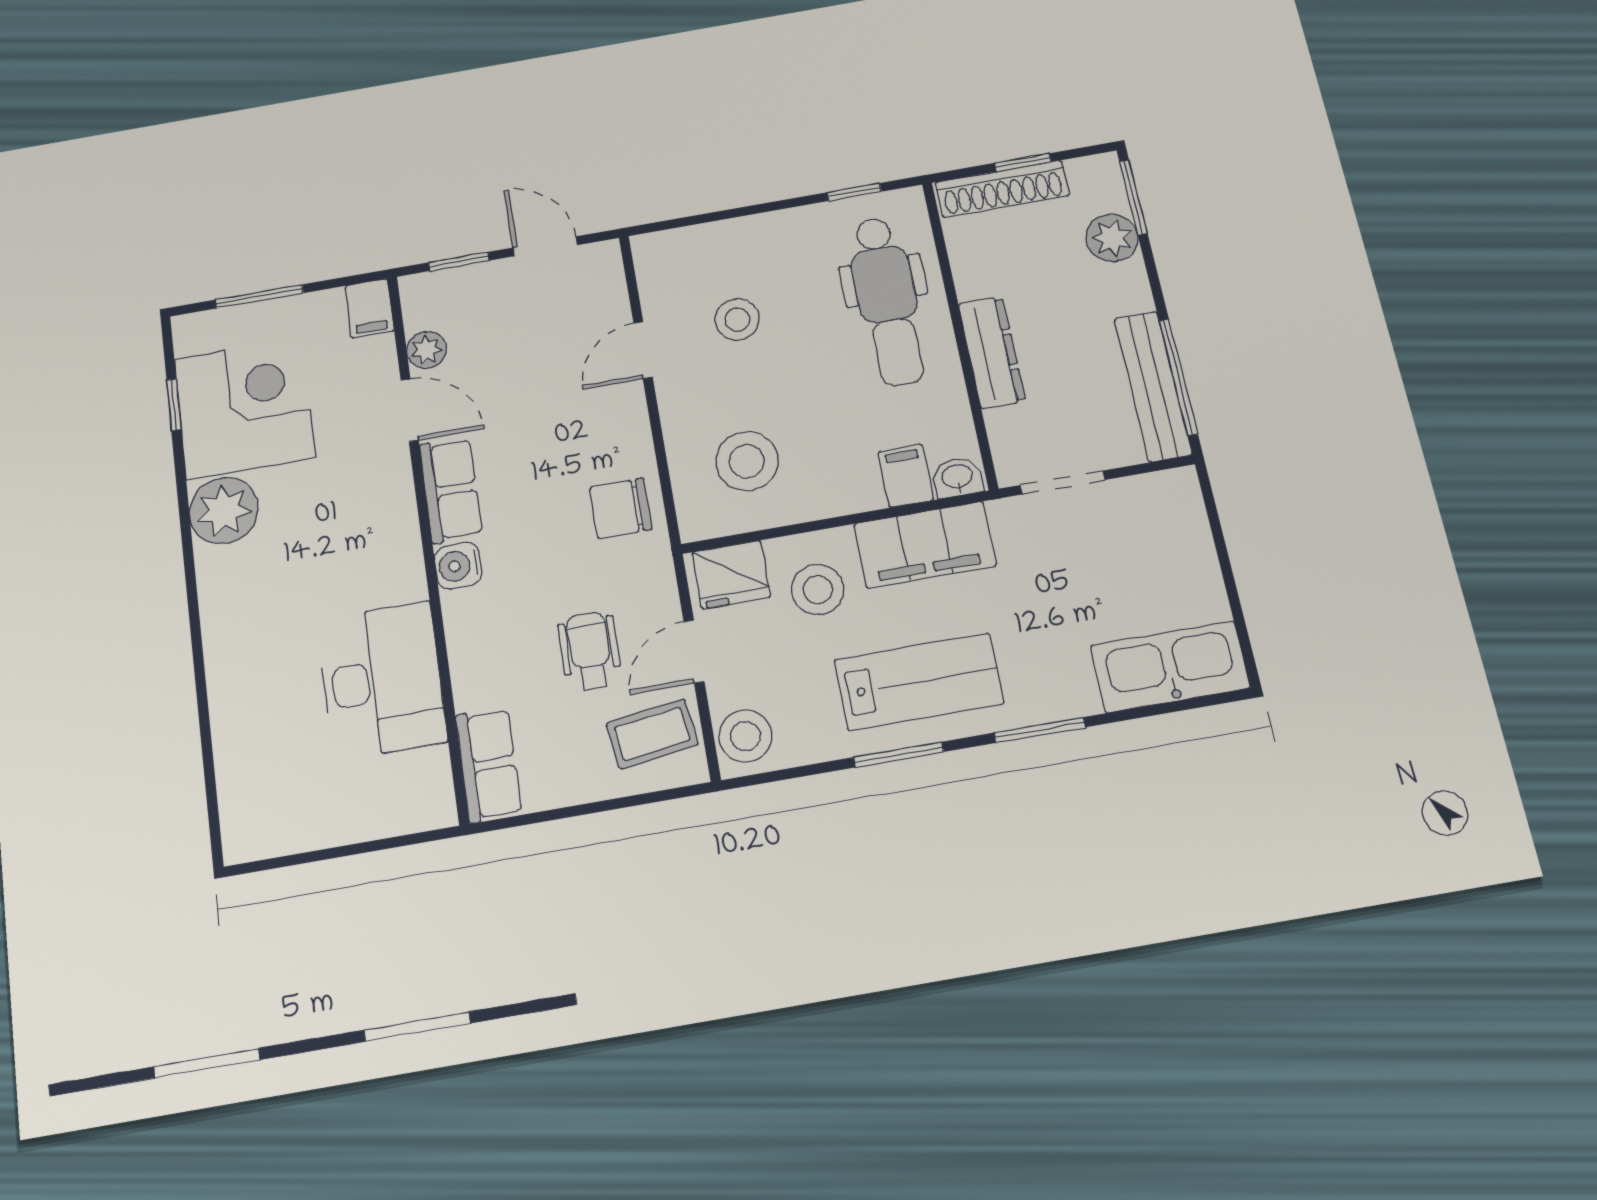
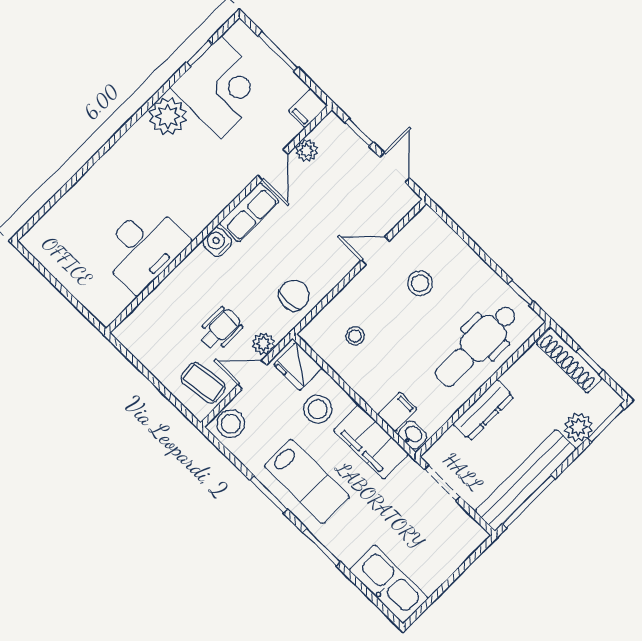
bench: (1153, 386) -> (526, 480), width x1.37, depth x1.21
stool: (747, 461) -> (355, 336), width x0.53, depth x0.53
chair: (621, 508) -> (294, 295), turned 90
plant: (659, 602) -> (263, 344), added
row of seats: (489, 765) -> (140, 322), removed

